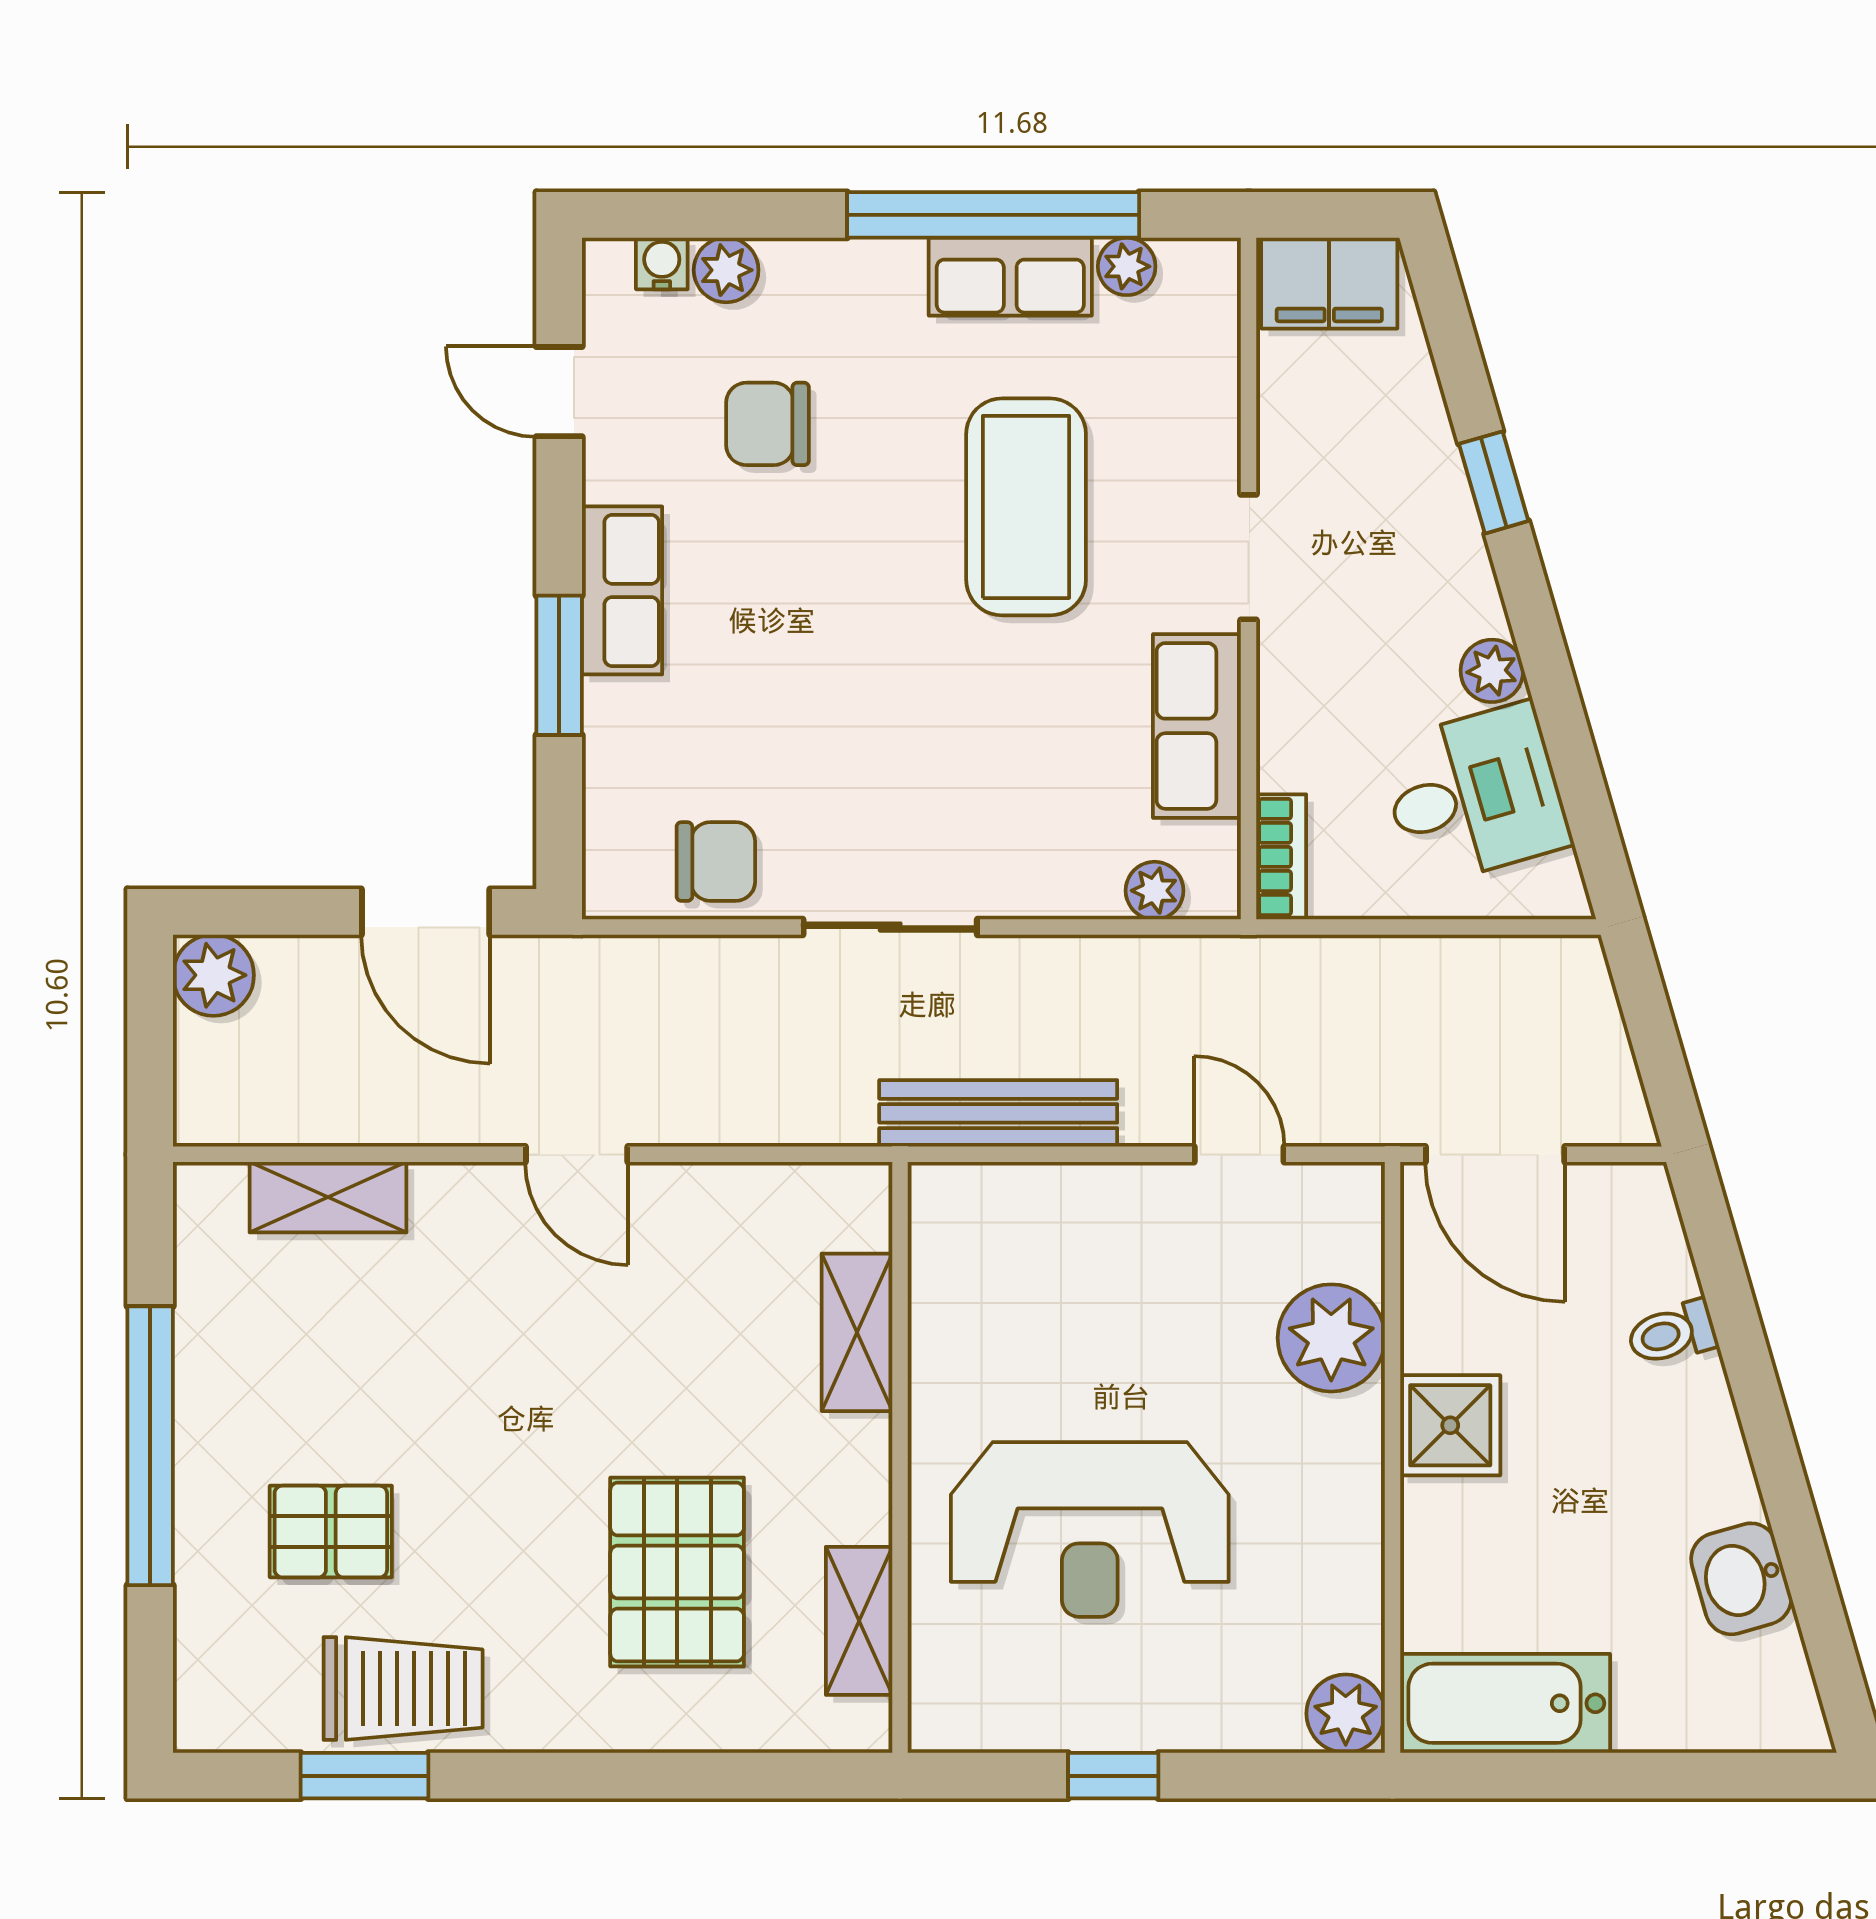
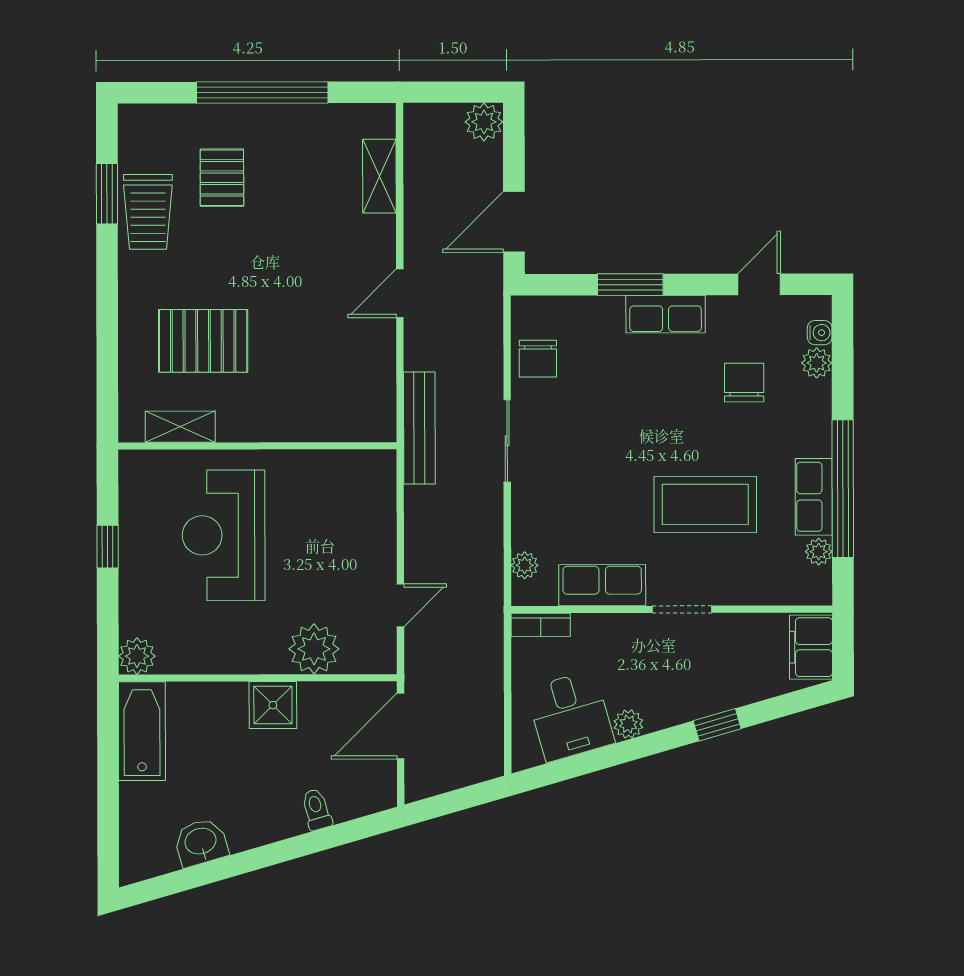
bench: (998, 1113) -> (419, 428), moved
shelving: (857, 1332) -> (316, 425), removed

